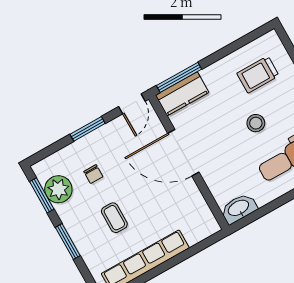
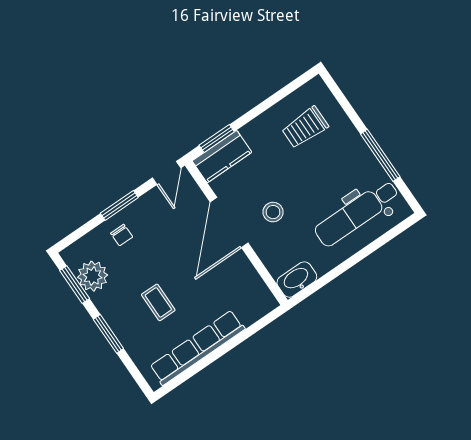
window: (179, 77) -> (217, 138), width x0.69
stool: (256, 123) -> (273, 212), moved
door: (183, 153) -> (229, 223), hinge flipped
chair: (93, 174) -> (122, 235), moved

